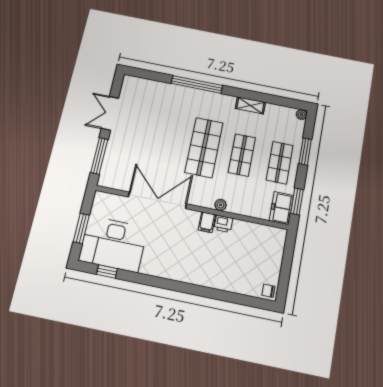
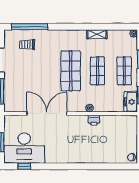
window: (197, 84) -> (30, 27), moved
trolley: (151, 100) -> (27, 45), added
filing cabinet: (207, 222) -> (83, 121), removed

